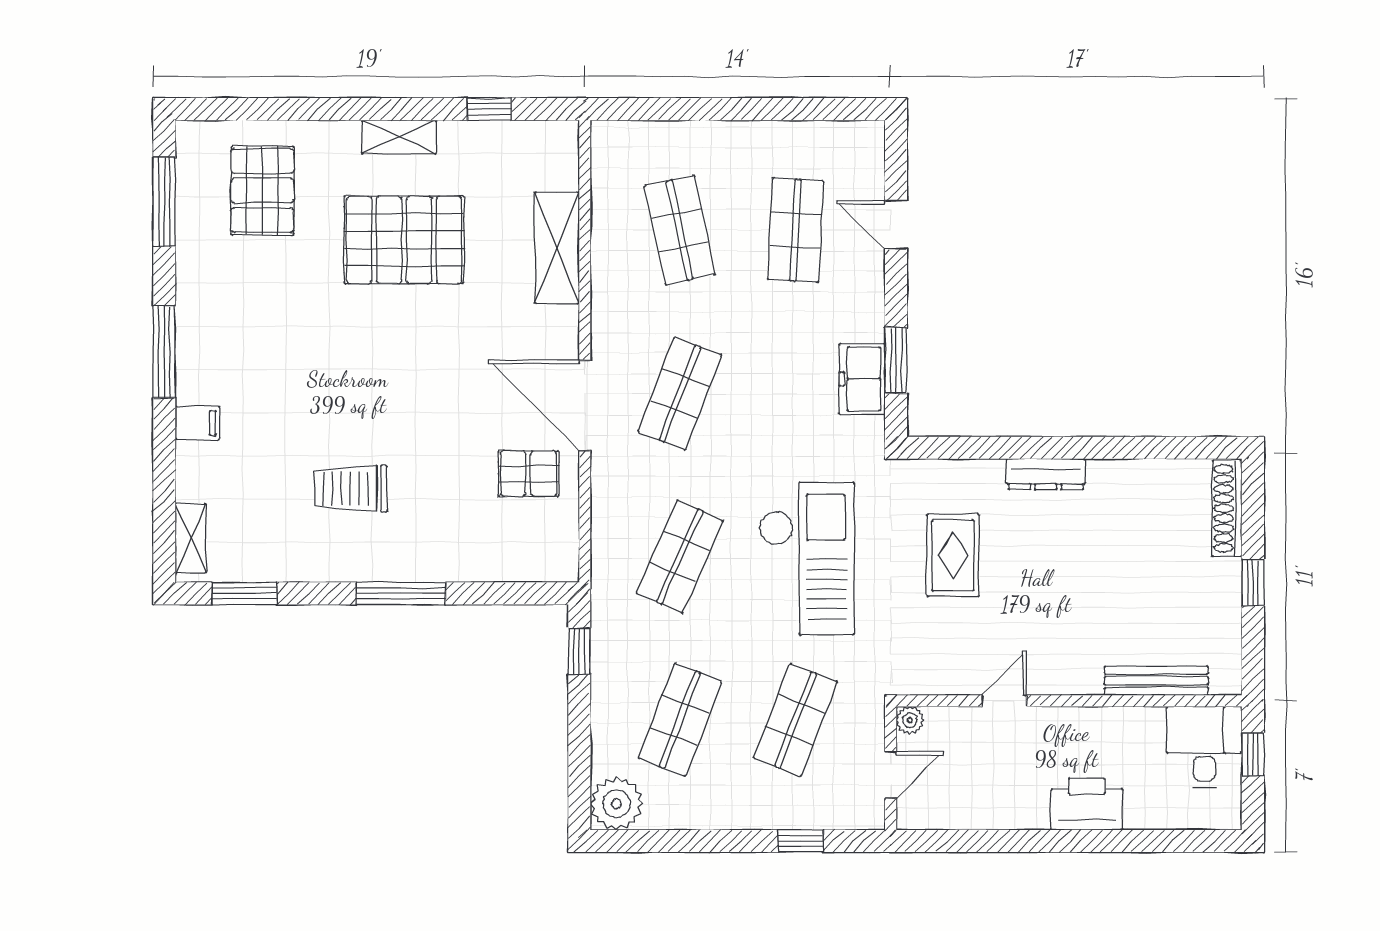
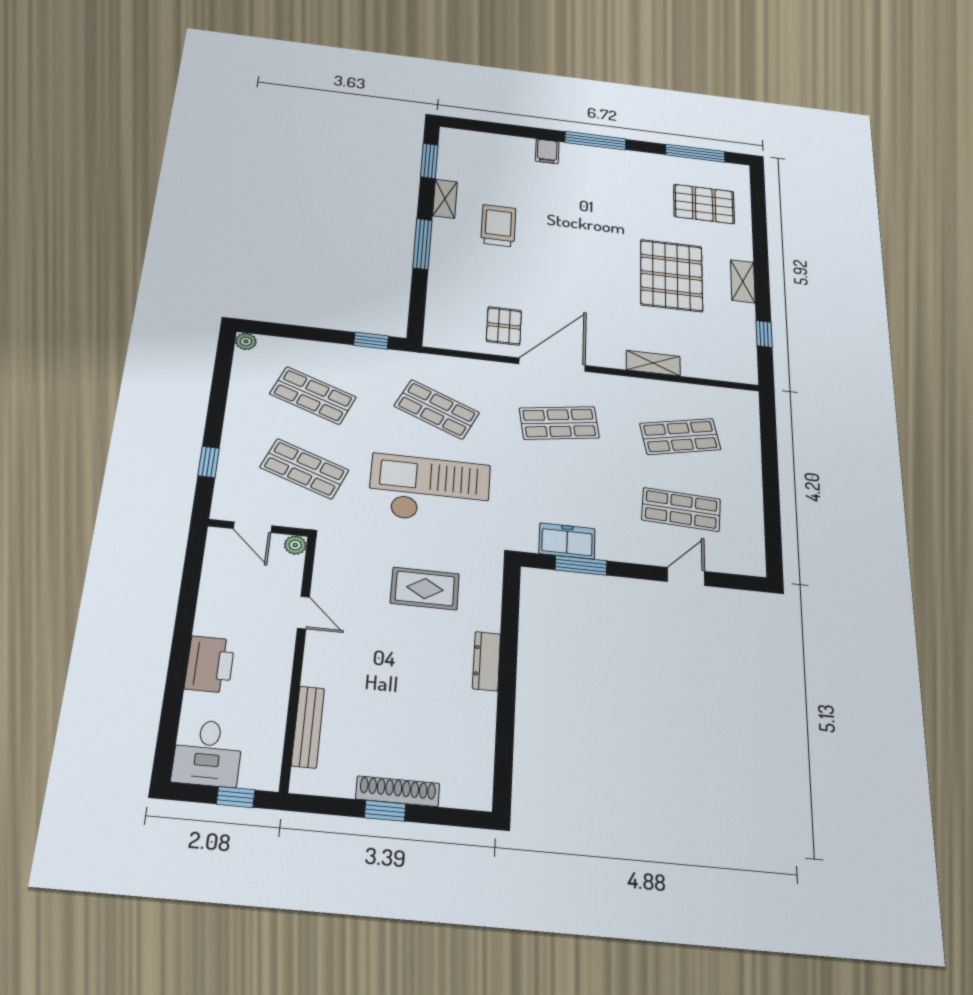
shelving: (557, 248) -> (653, 363), width x0.67, depth x0.75
shop shelf: (680, 393) -> (559, 423), turned -30
shoe rack: (1227, 508) -> (398, 791), moved
shelving: (191, 538) -> (445, 199), moved, turned 90
checkout: (807, 559) -> (429, 490), turned 180
desk: (1204, 747) -> (208, 753), moved, turned 90
plant: (617, 804) -> (246, 341), width x0.53, depth x0.53

